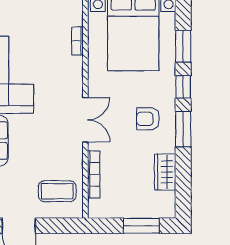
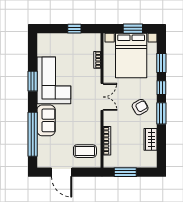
armchair: (148, 119) -> (140, 107), turned 150
double door: (85, 120) -> (102, 97), moved
window: (141, 226) -> (125, 172), moved

